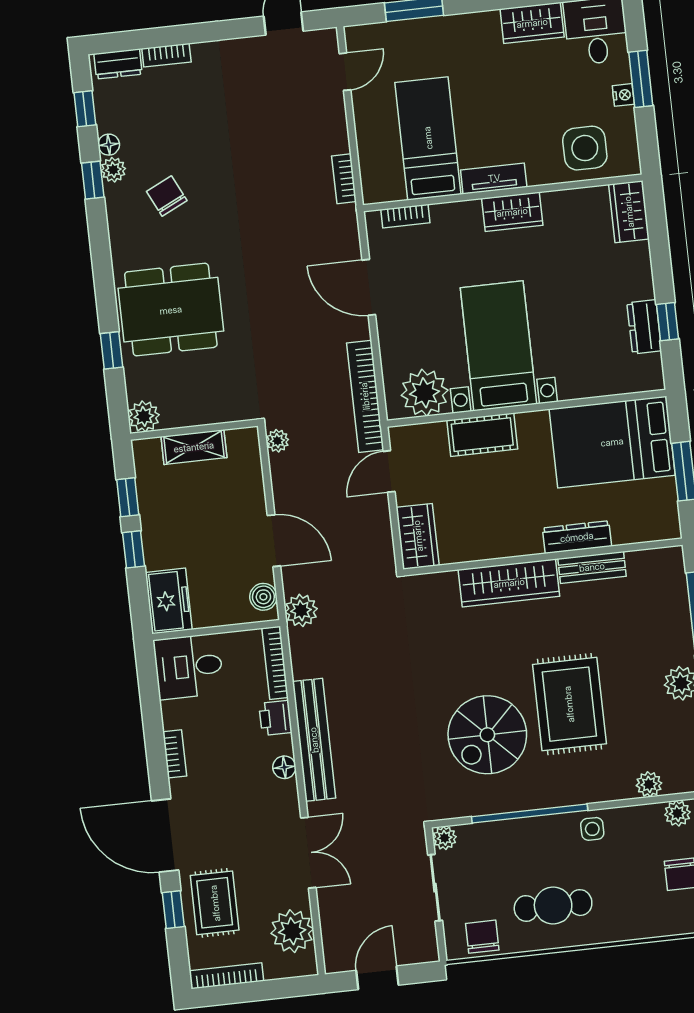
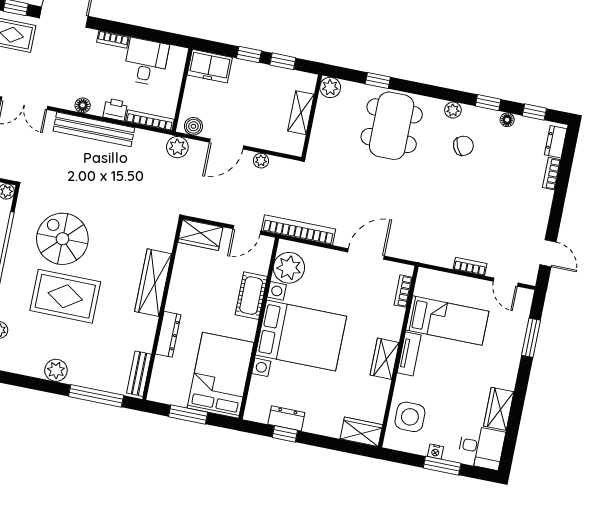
plant: (113, 170) -> (453, 110), moved
bookcase: (344, 179) -> (470, 266), moved
bed with nightstands: (498, 346) -> (301, 336), width x1.36
plant: (277, 441) -> (261, 161), moved
door: (389, 471) -> (247, 230), swing flipped
bench: (592, 567) -> (139, 374), moved
desk: (189, 667) -> (146, 62), moved

